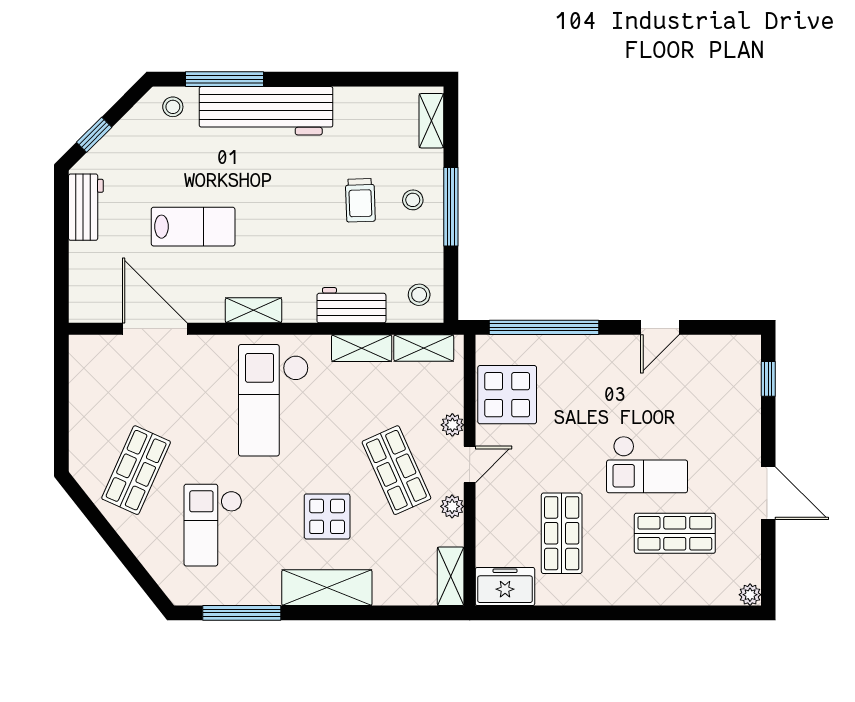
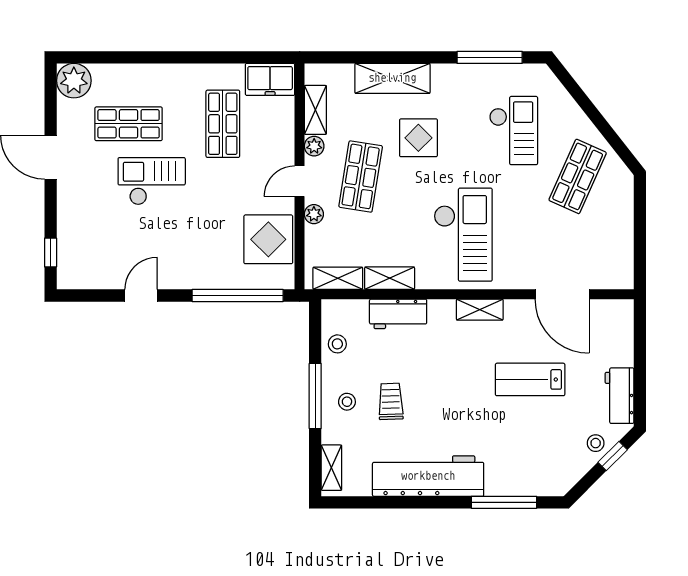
stool: (173, 107) -> (596, 443), moved
workbench: (266, 111) -> (428, 476), moved
stool: (419, 295) -> (337, 344), moved
shop shelf: (396, 470) -> (361, 176), turned 33
shelving: (451, 576) -> (315, 110), moved
shelving: (327, 588) -> (392, 78), moved
plant: (750, 595) -> (74, 81), width x1.87, depth x1.87

